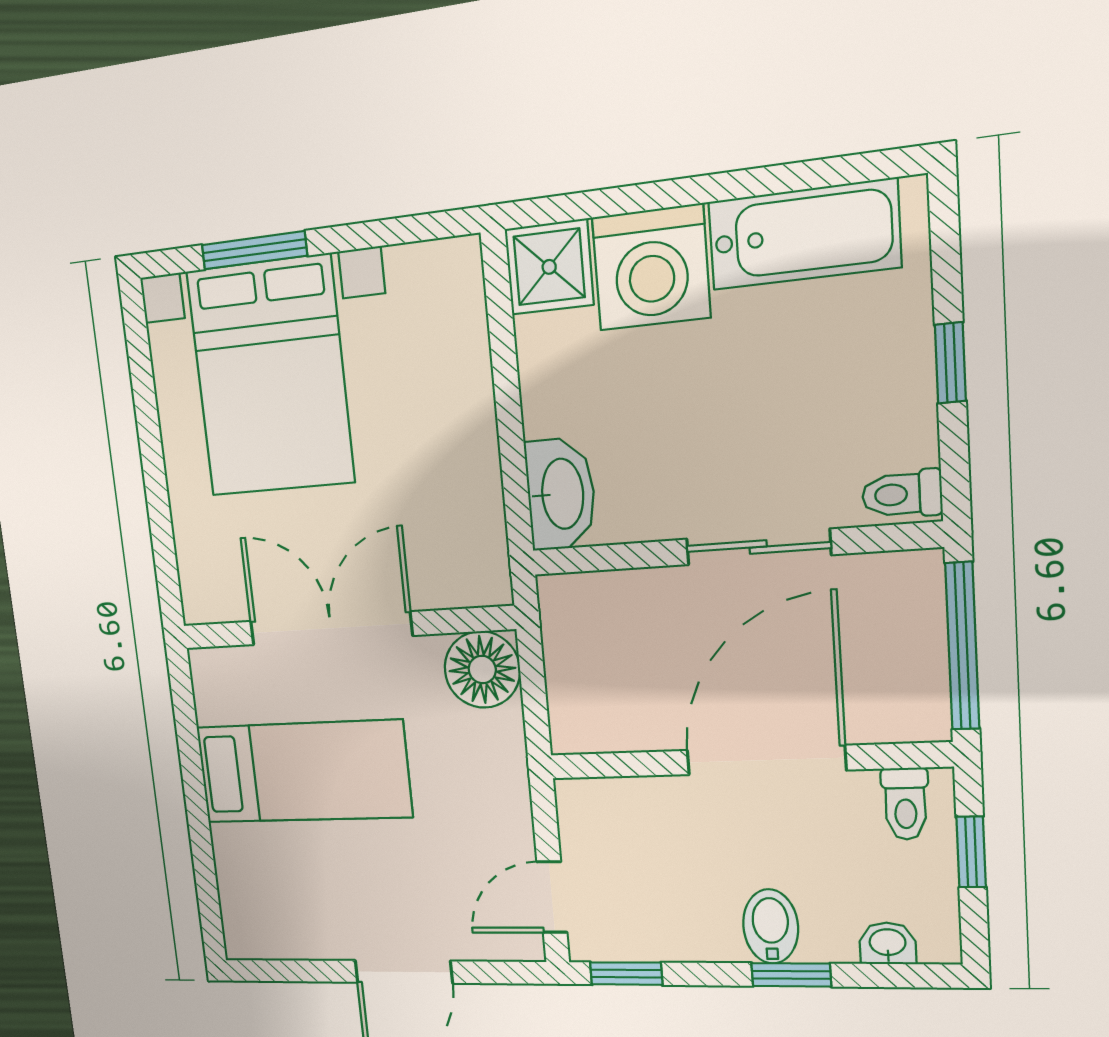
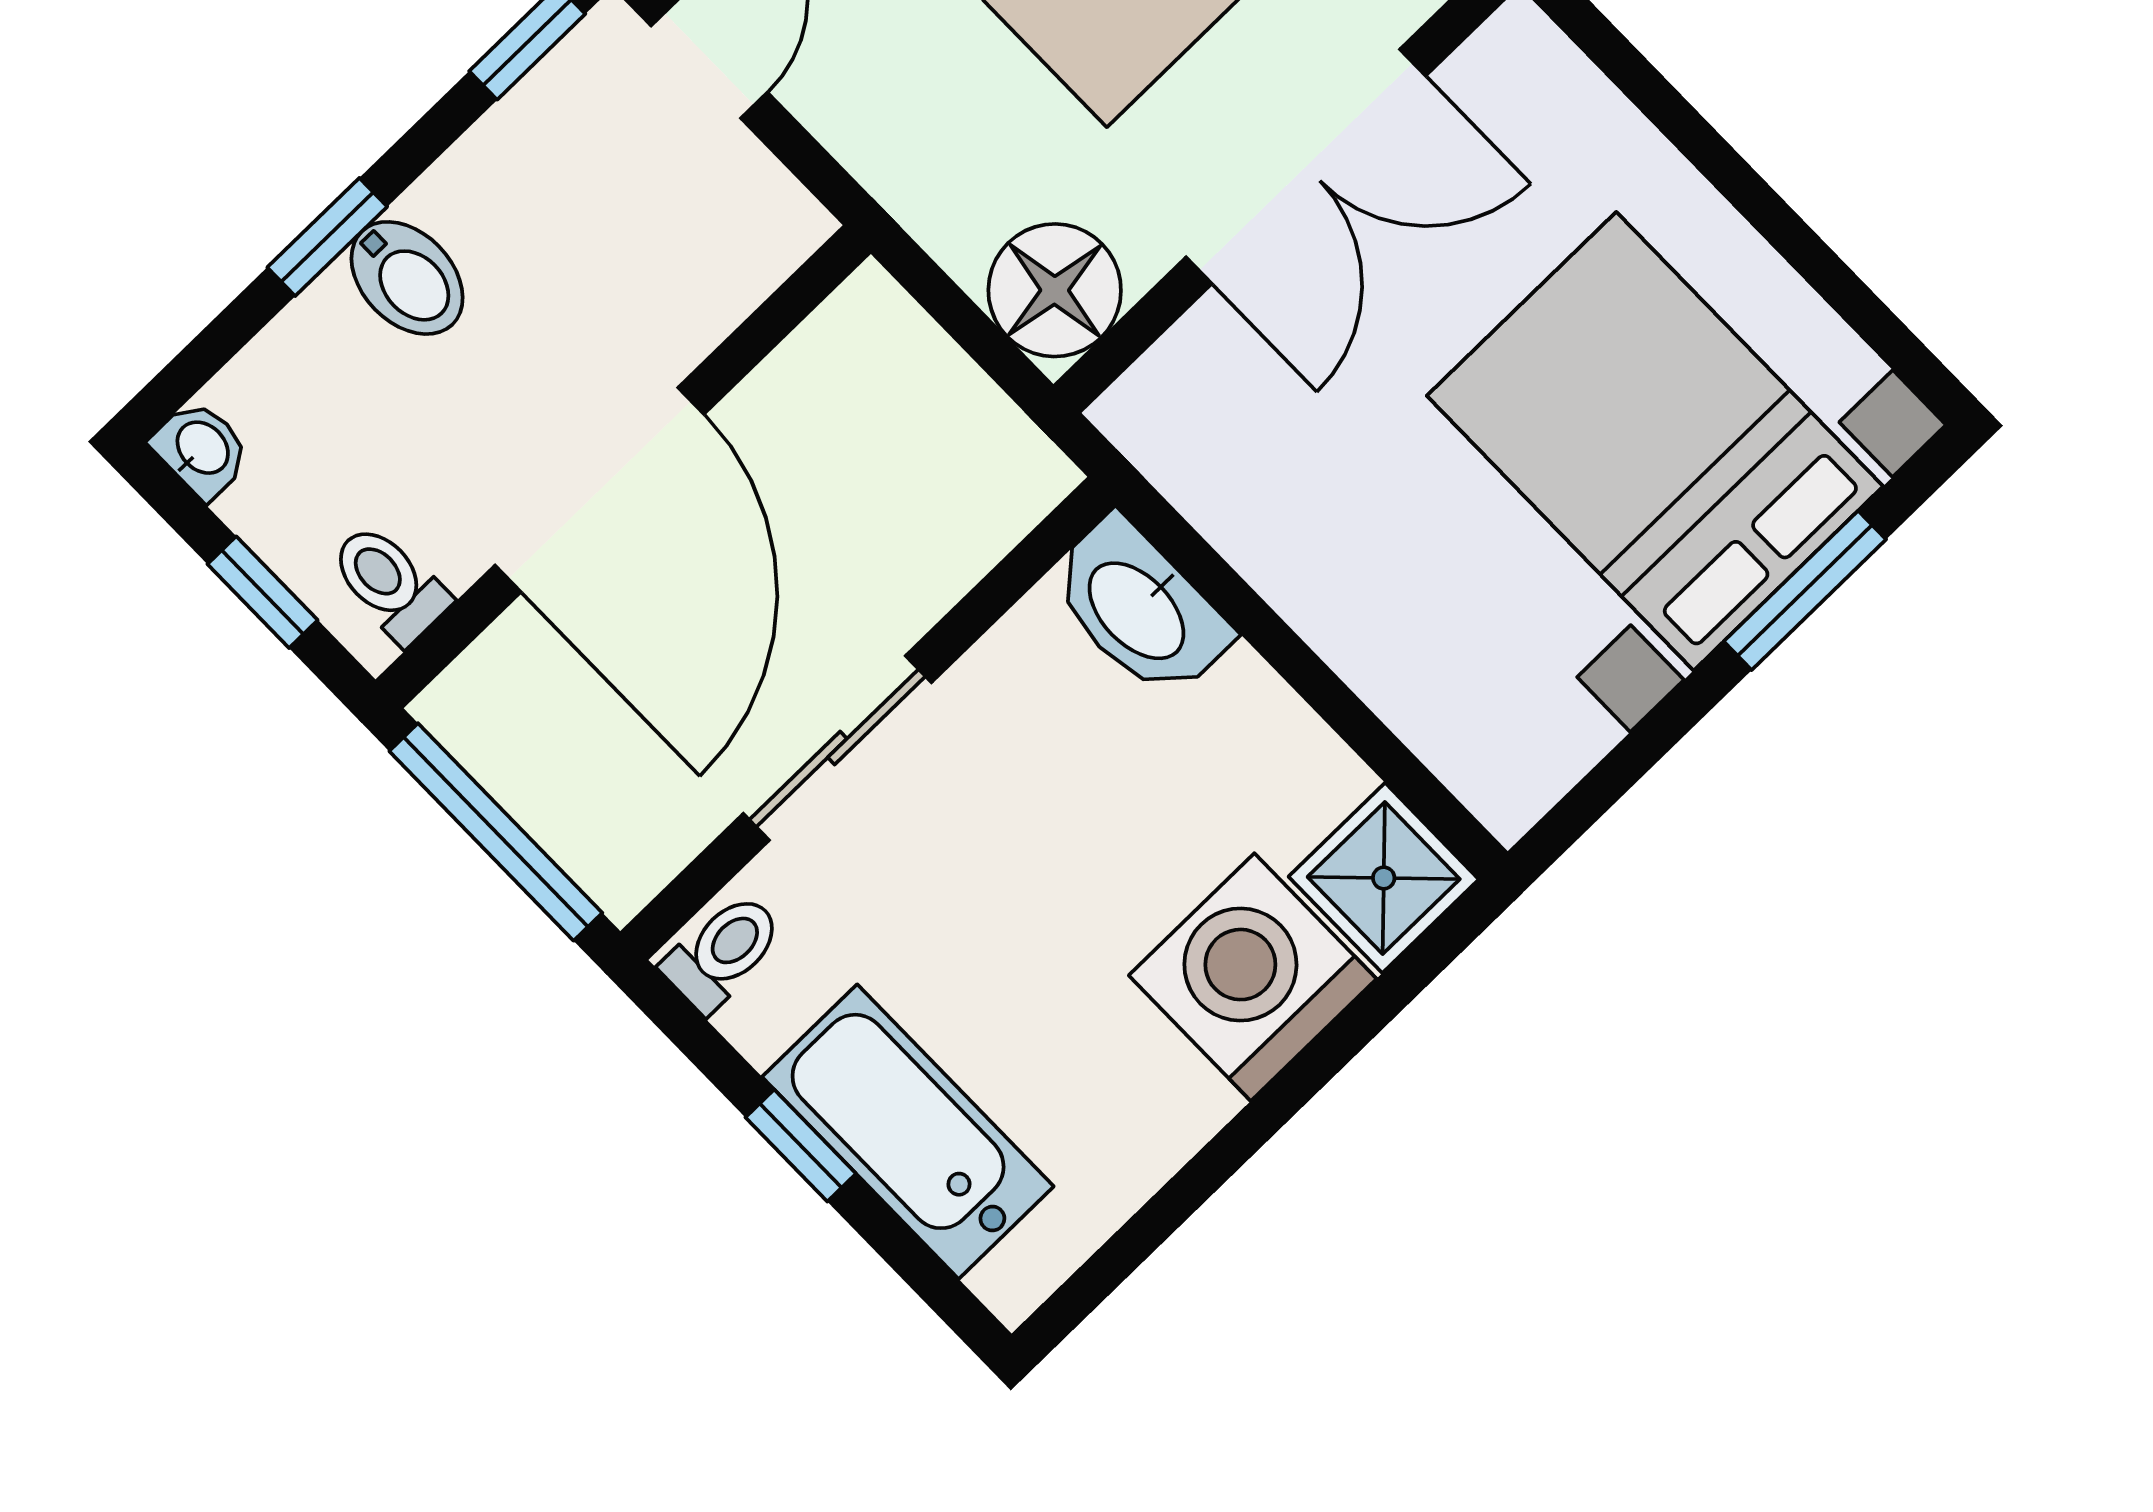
bathtub: (804, 234) -> (908, 1132), moved, turned 90
washbasin: (888, 943) -> (201, 449), moved, turned -90

